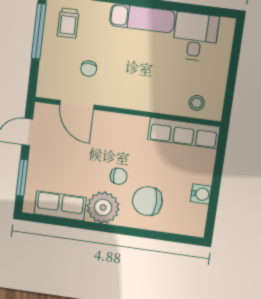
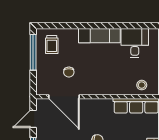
door: (77, 105) -> (64, 97), width x1.36

